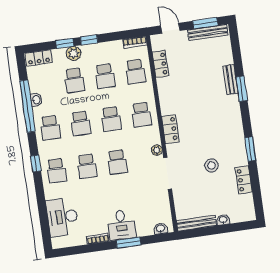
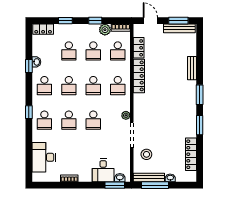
window: (89, 40) -> (95, 21), moved
plant: (74, 53) -> (105, 30), moved
window: (242, 89) -> (200, 95), moved
window: (27, 106) -> (29, 66), width x0.32
locker: (170, 129) -> (139, 76), moved, width x1.53
stool: (211, 165) -> (146, 154), moved
locker: (244, 180) -> (191, 154), width x1.53
desk: (121, 225) -> (103, 170), moved
window: (205, 232) -> (155, 185), added
window: (128, 243) -> (115, 185), moved

